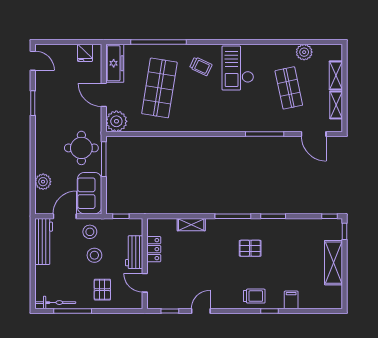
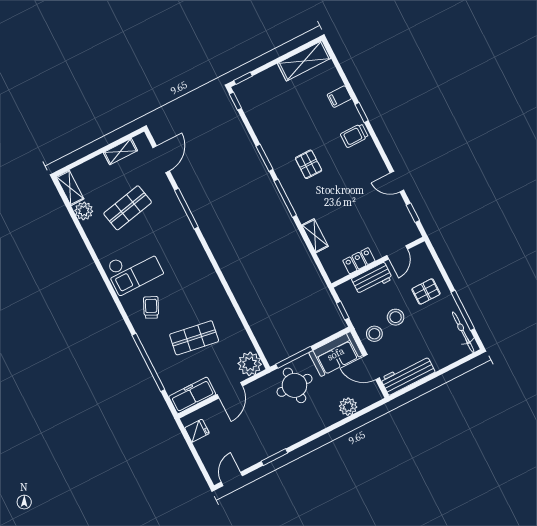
shelving: (336, 75) -> (70, 188), moved, turned 90
shop shelf: (159, 88) -> (194, 338), width x0.70, depth x0.74
shelving: (334, 263) -> (304, 61), moved
trolley: (254, 296) -> (354, 136), turned -90

